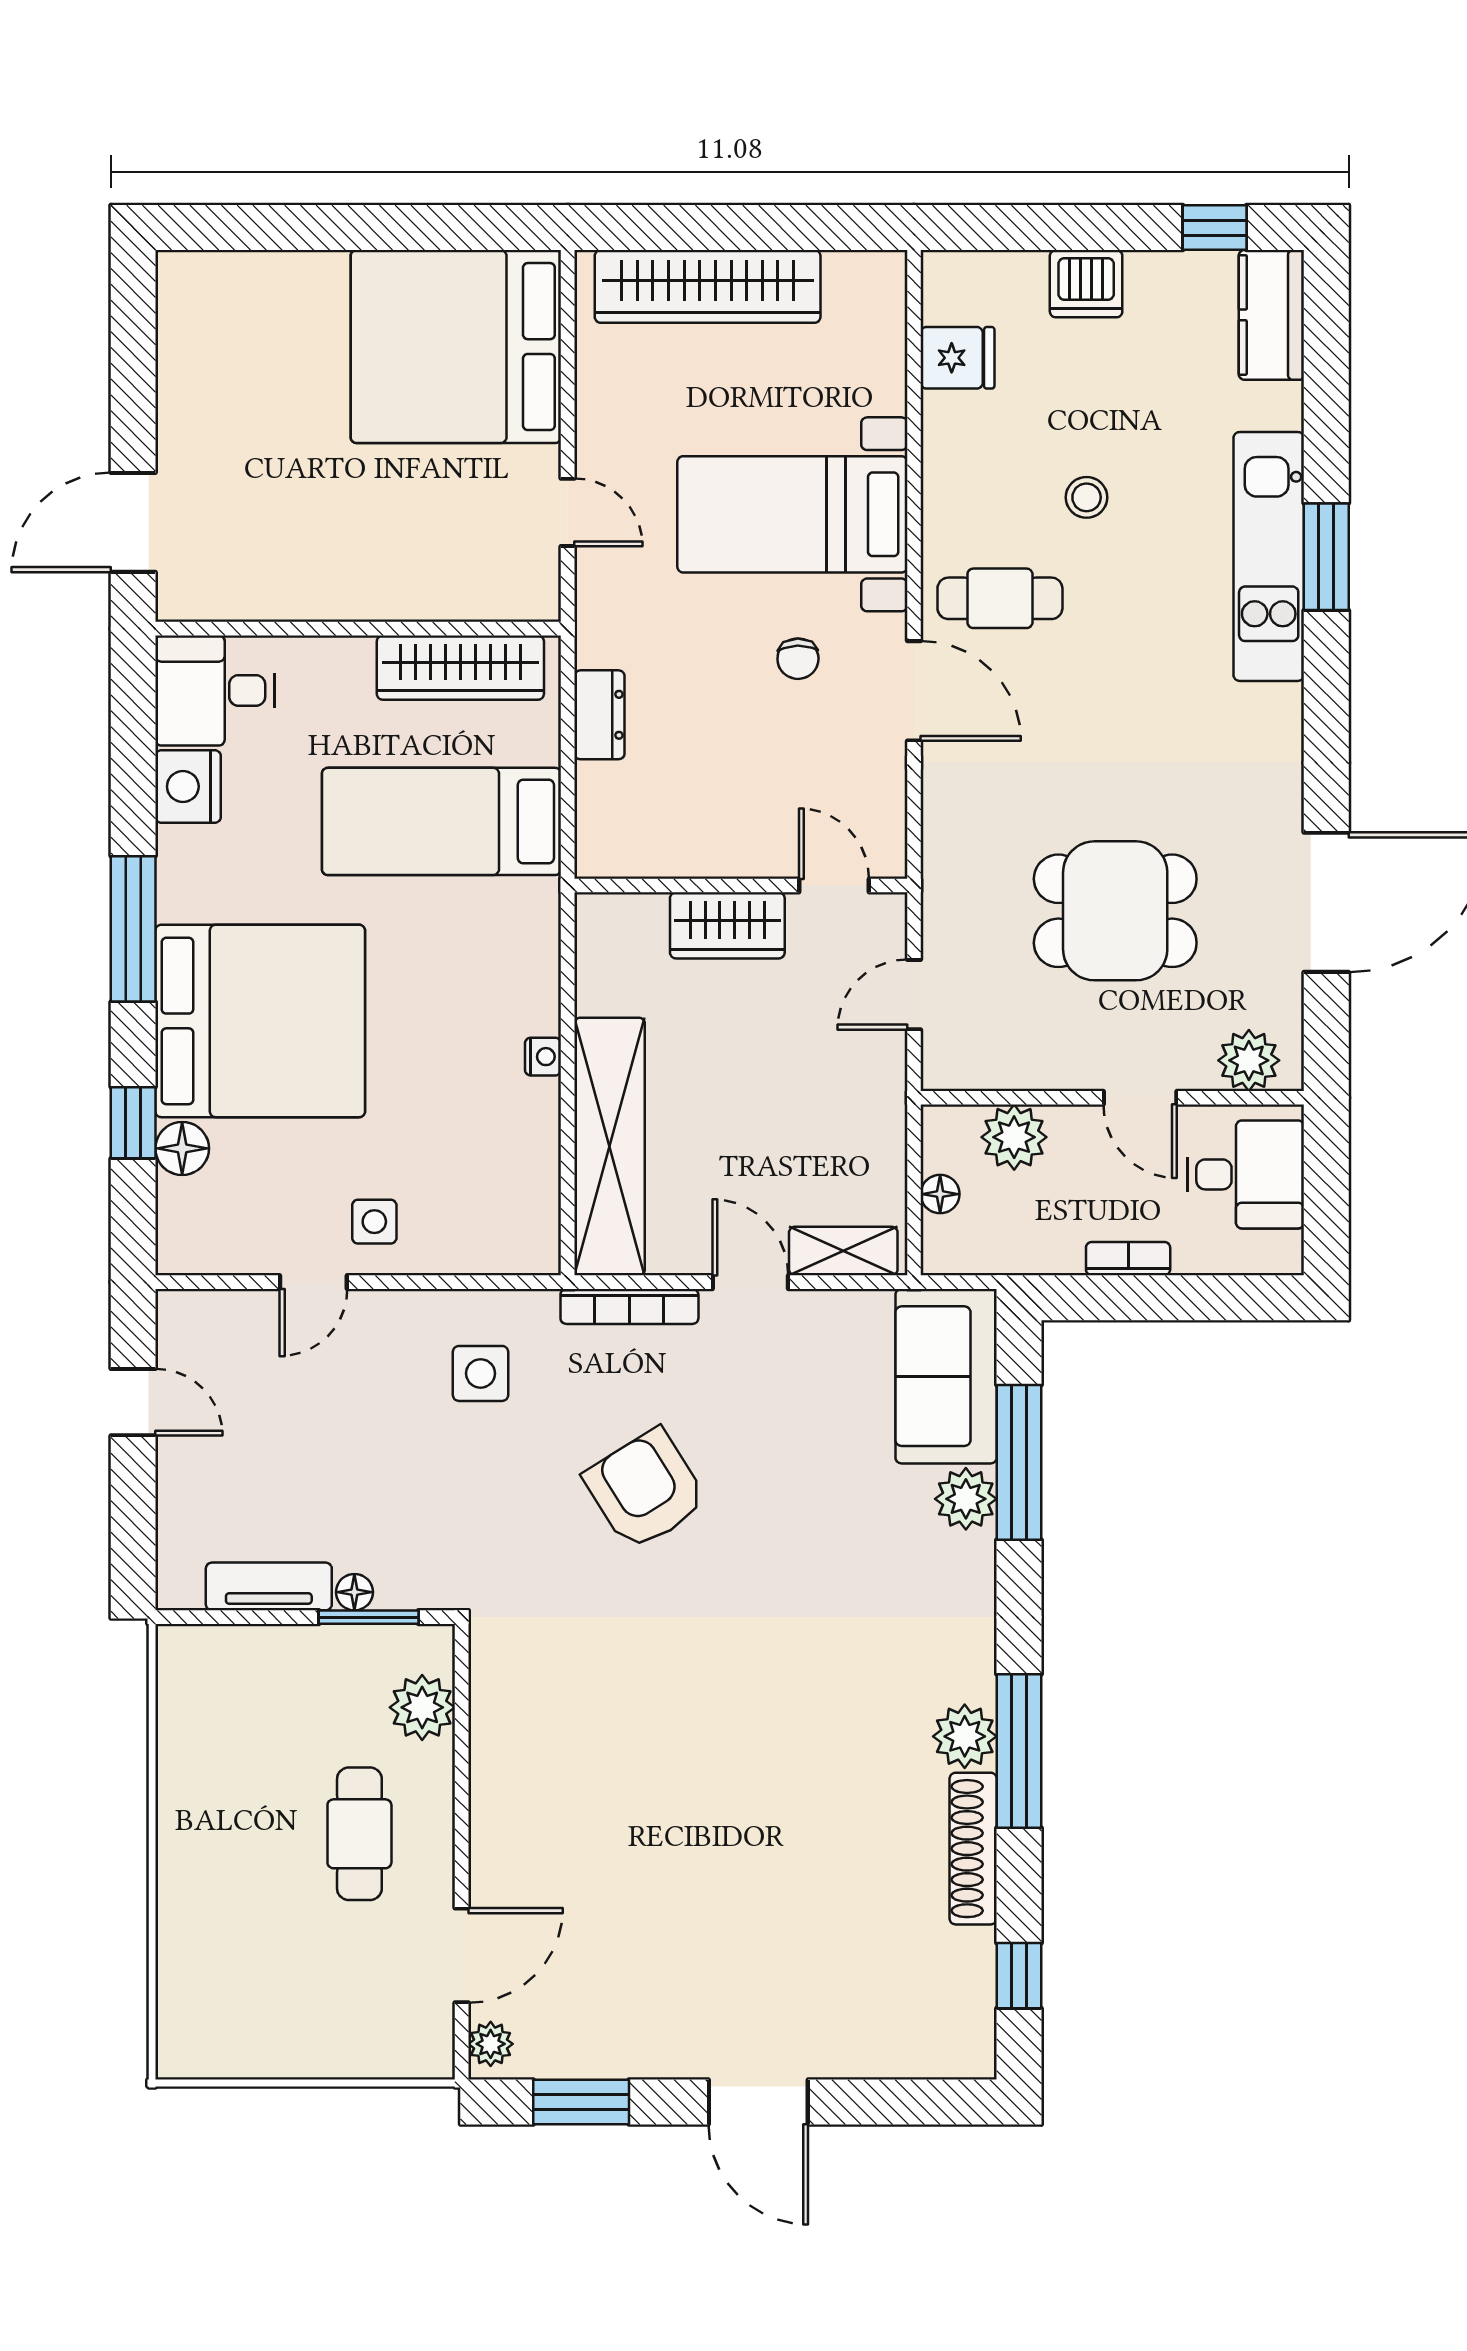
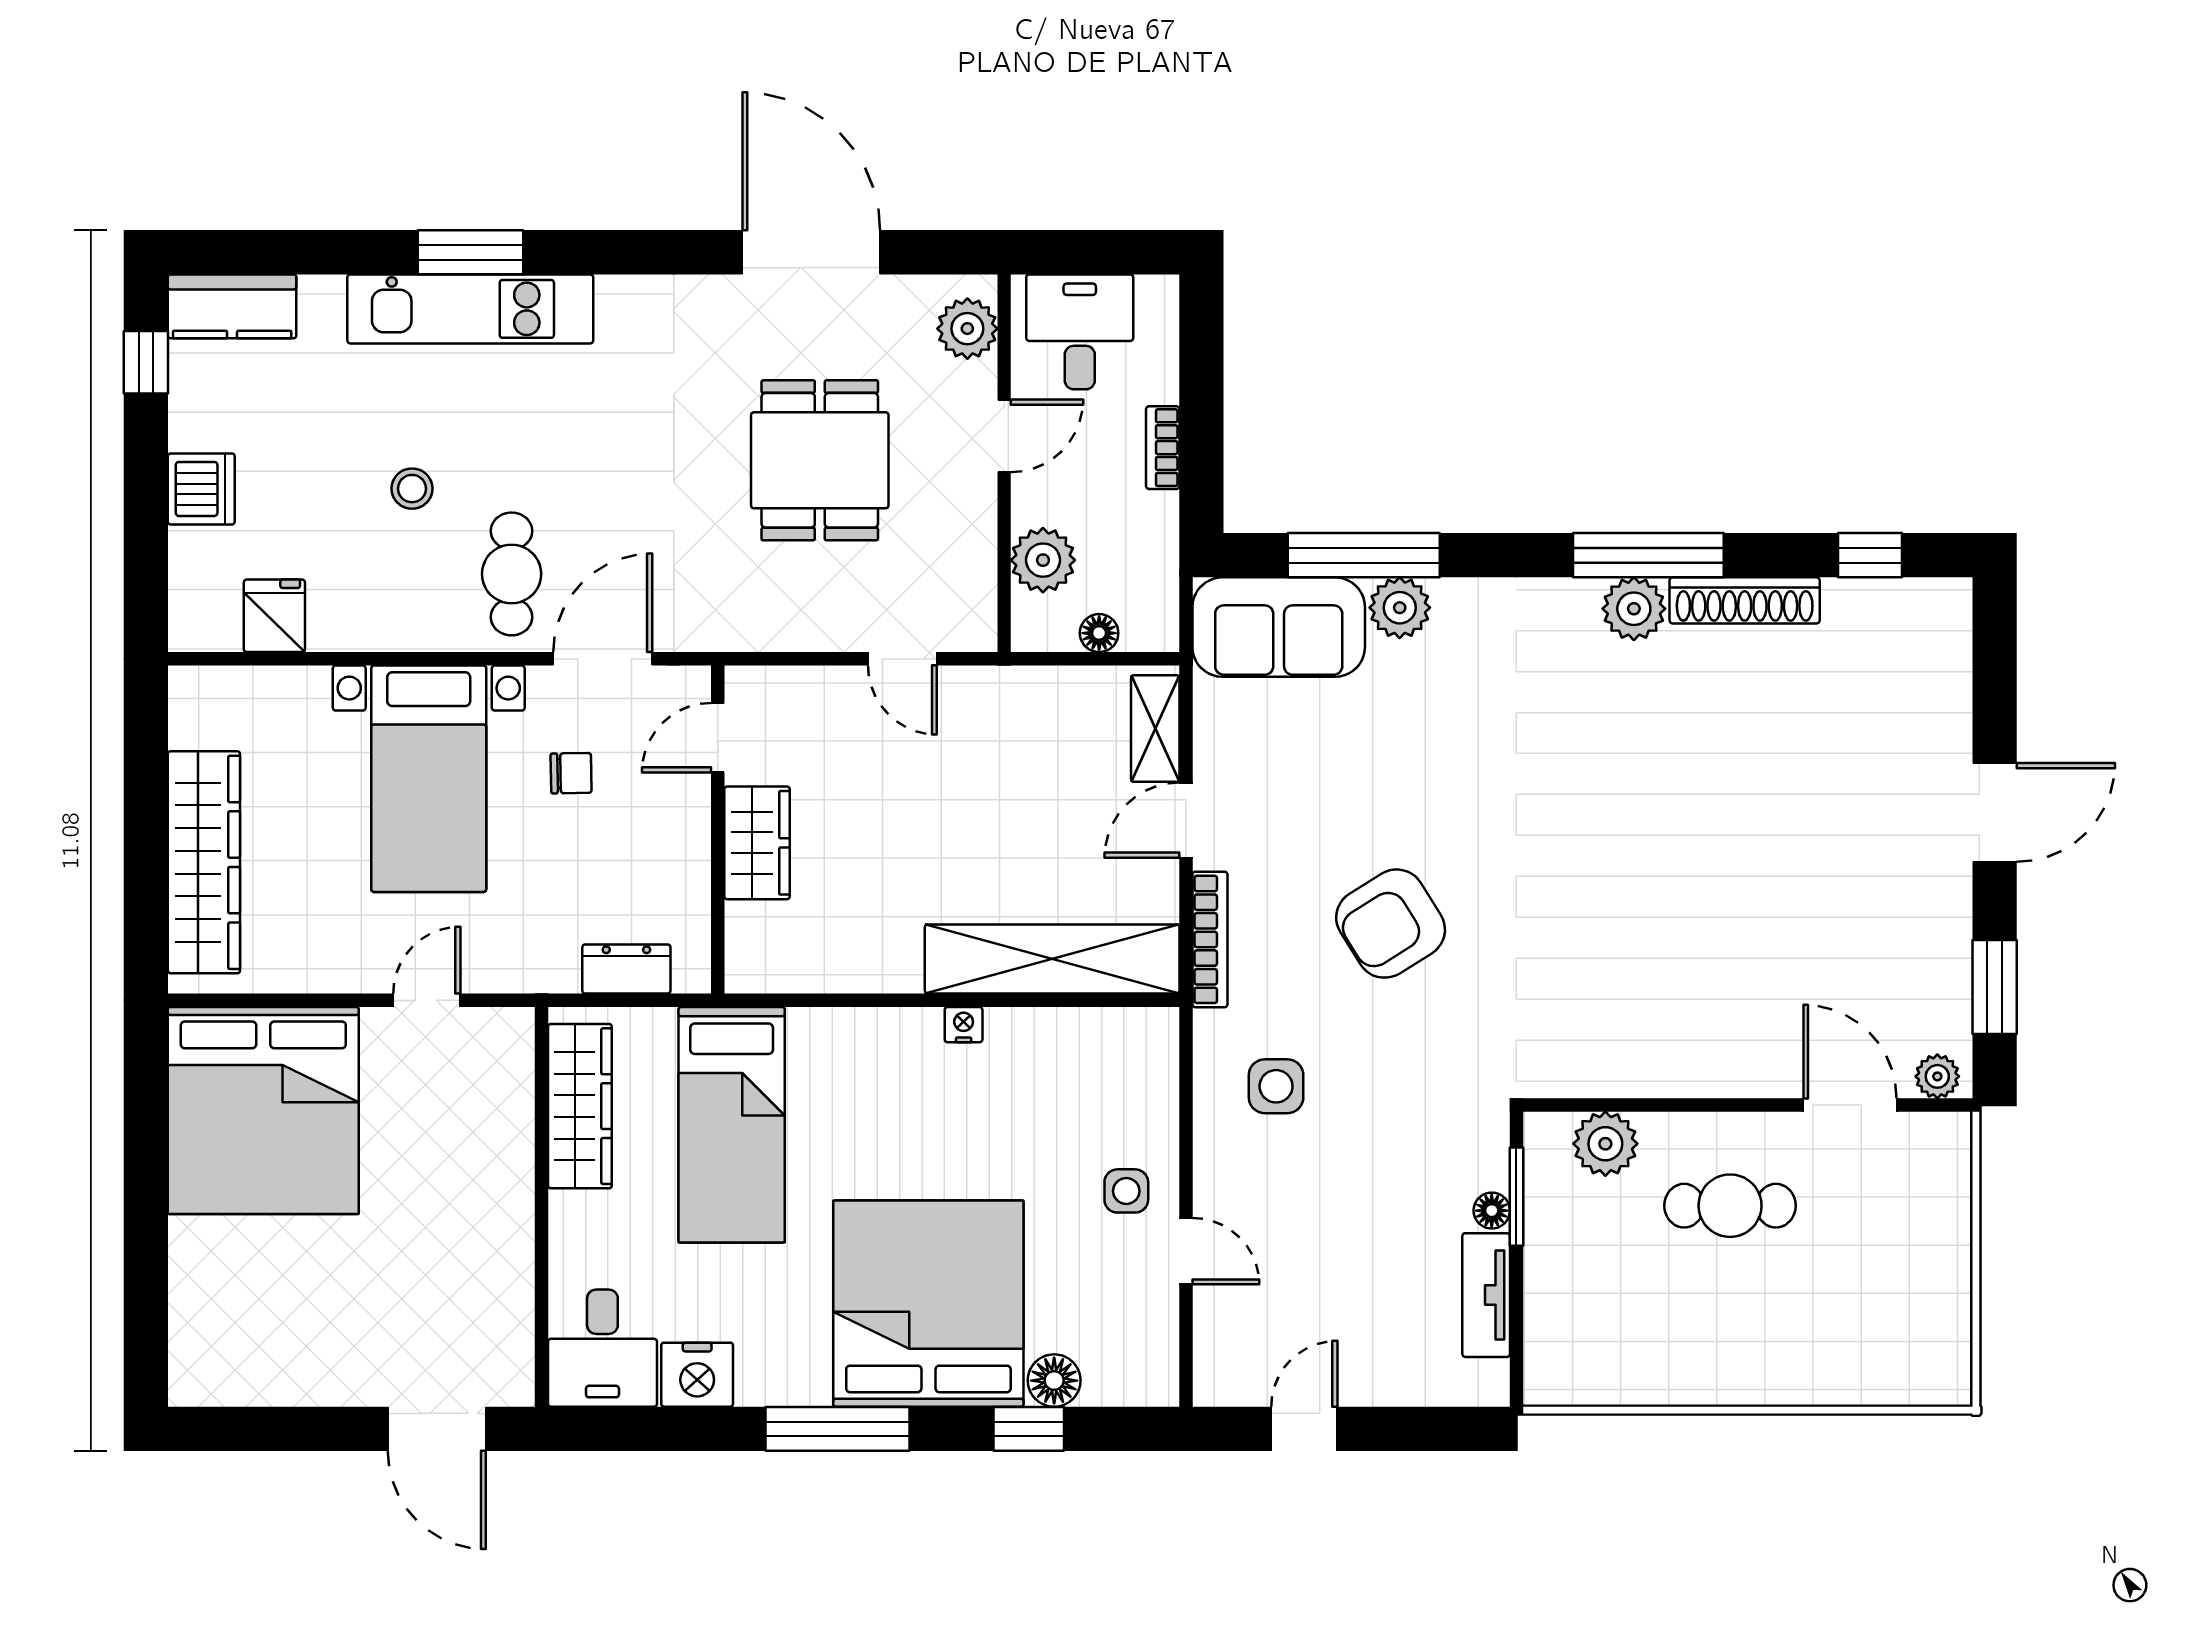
wall: (741, 886) -> (718, 830), moved
door: (834, 886) -> (718, 738), moved
wardrobe: (727, 925) -> (757, 843), moved

